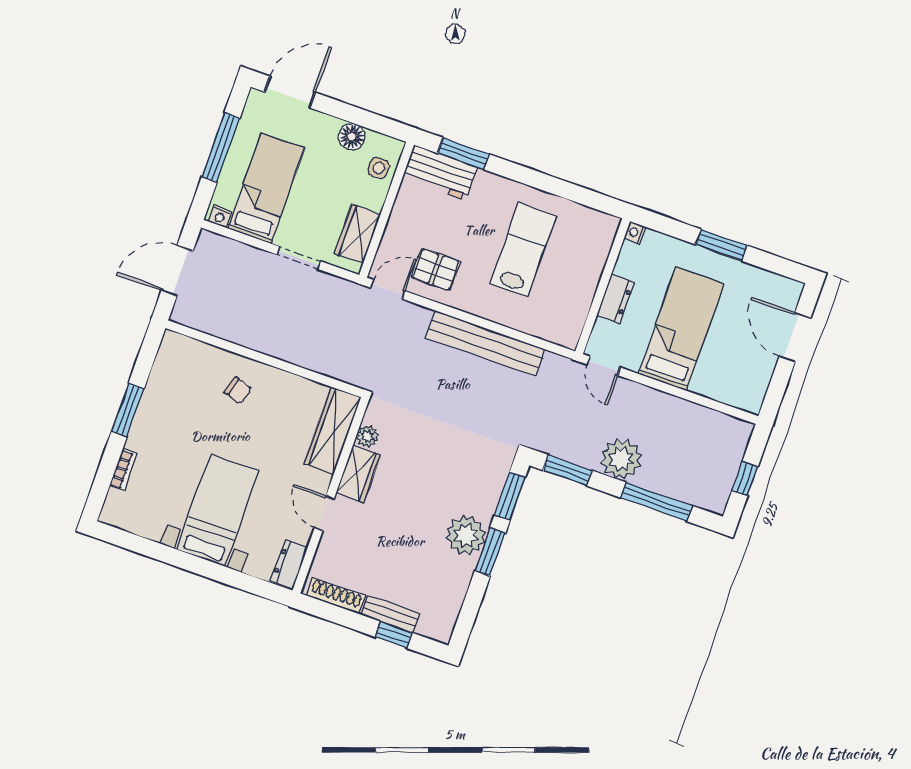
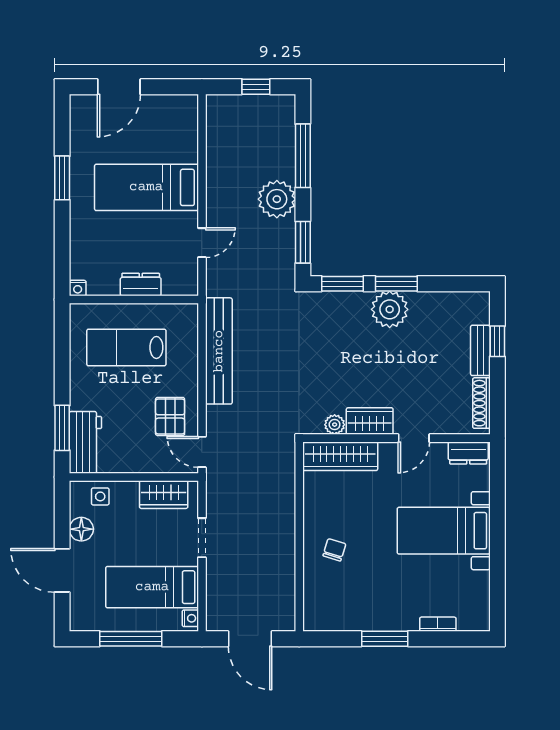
door: (290, 92) -> (62, 570), moved
nightstand: (635, 232) -> (78, 288), moved
wall: (603, 286) -> (134, 300), moved
dresser: (616, 299) -> (141, 285), moved

